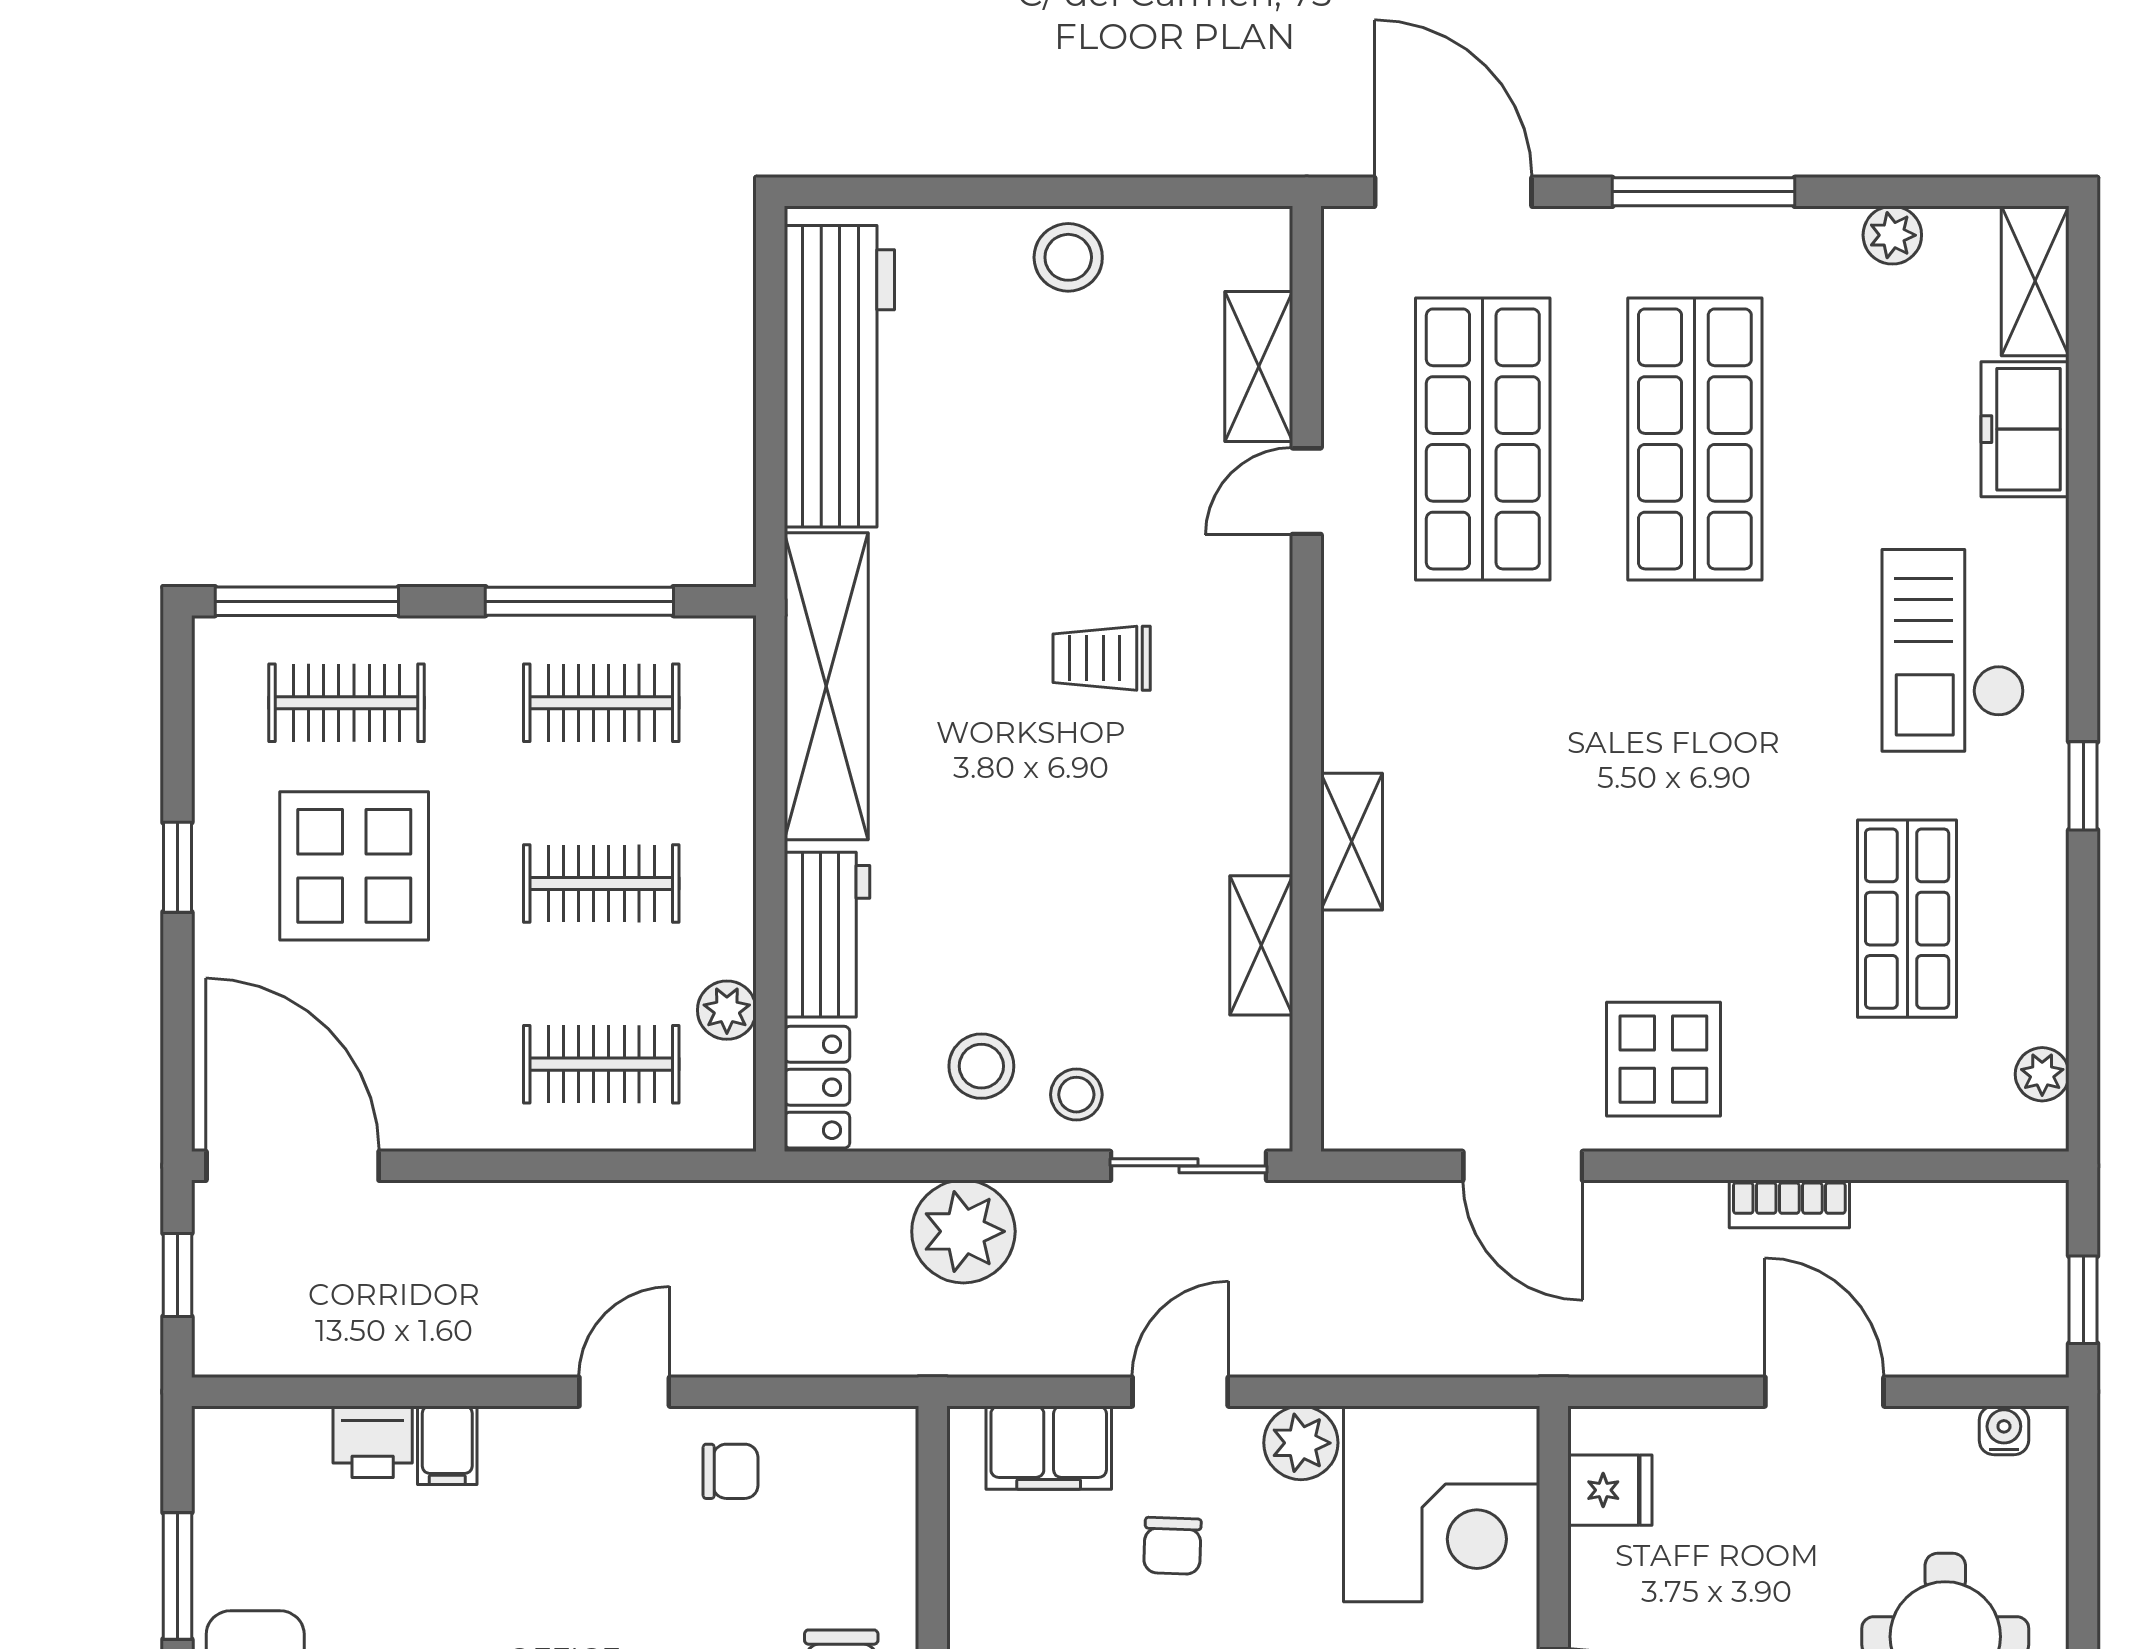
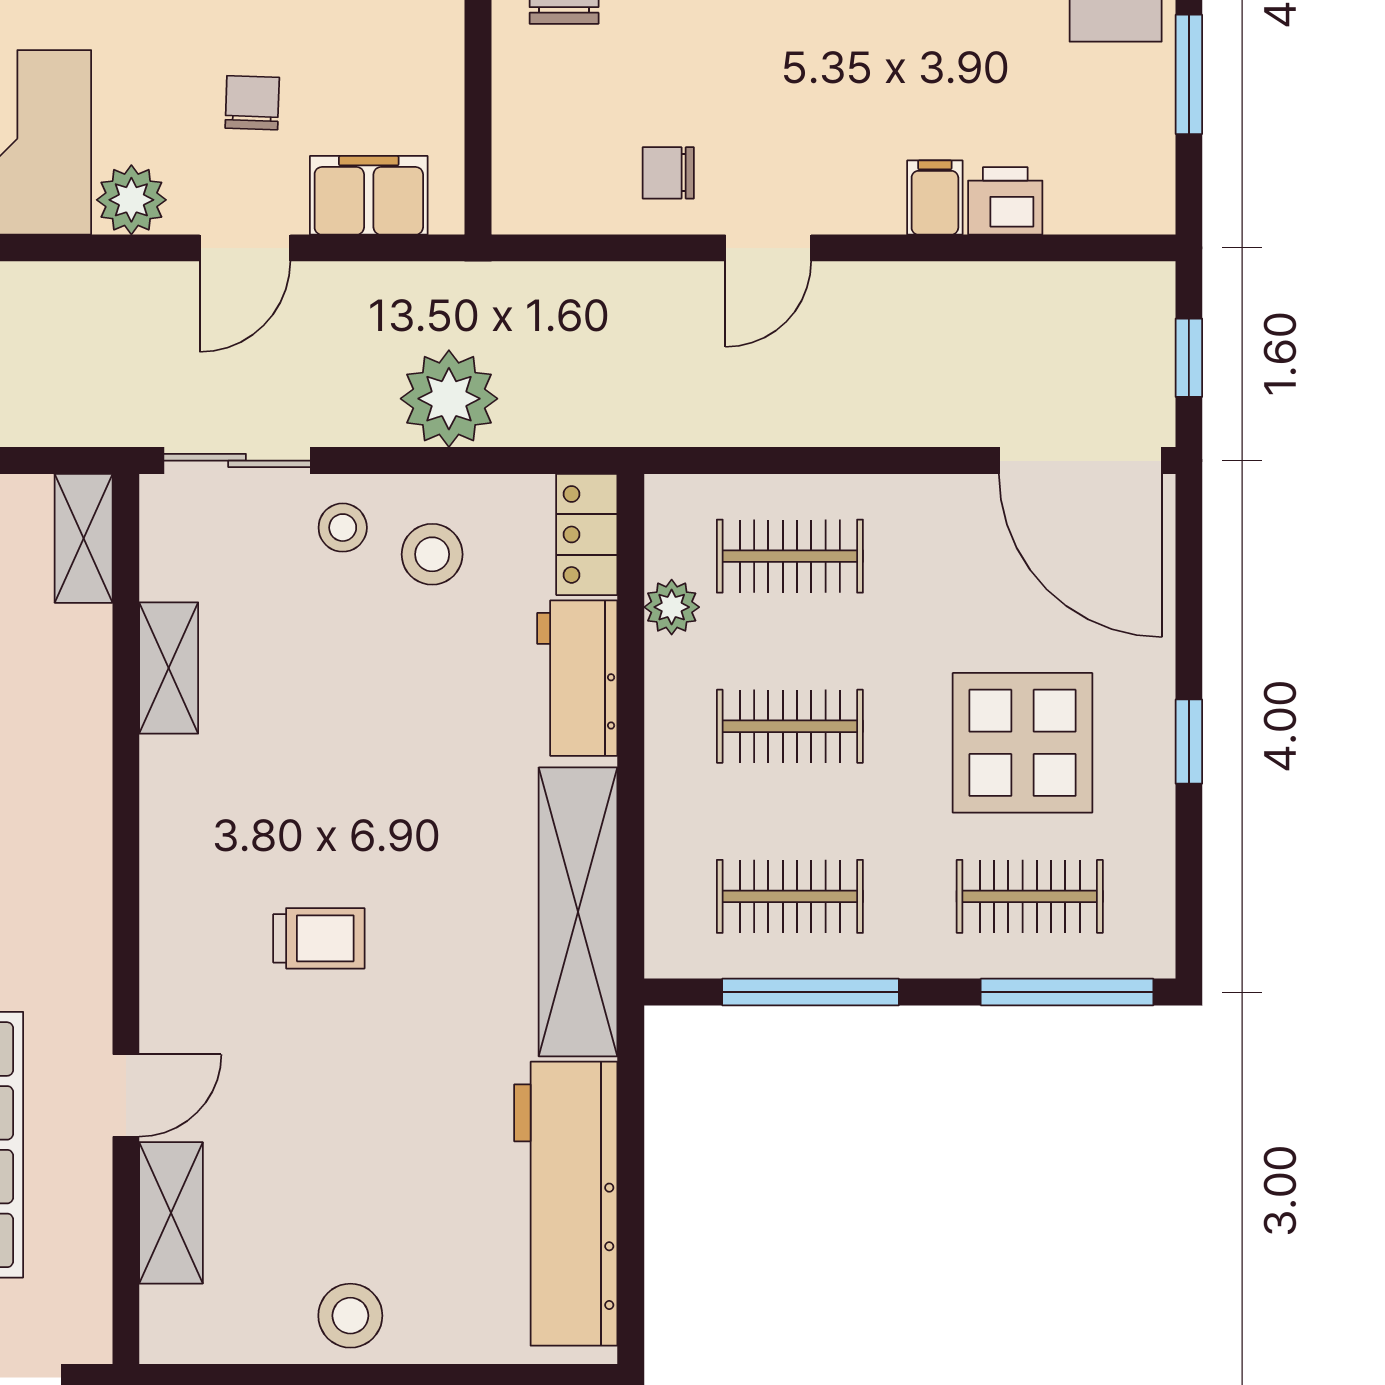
shelving: (1352, 842) -> (84, 538), moved

